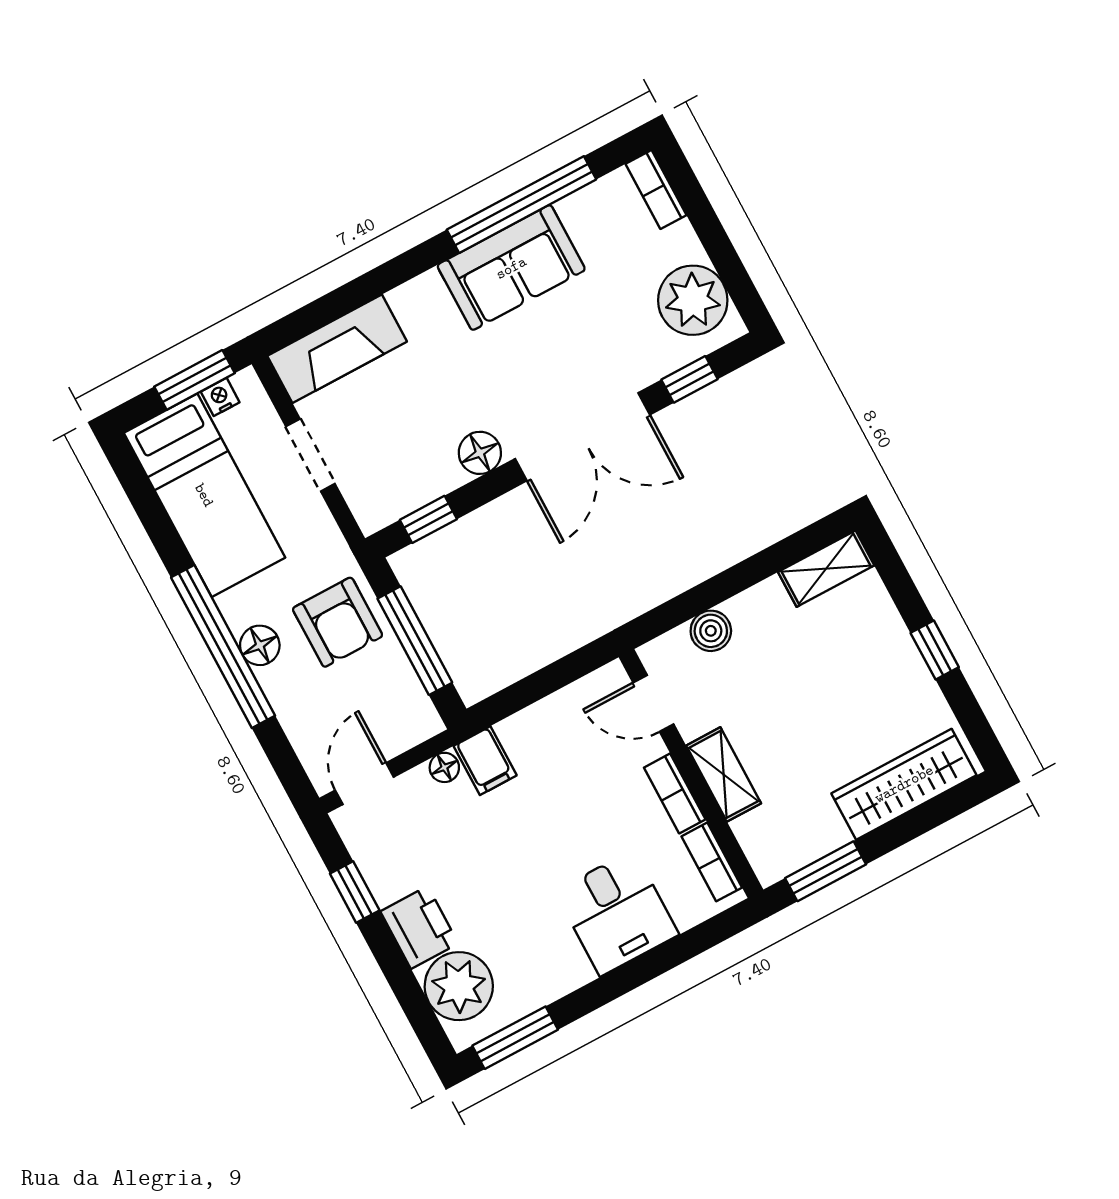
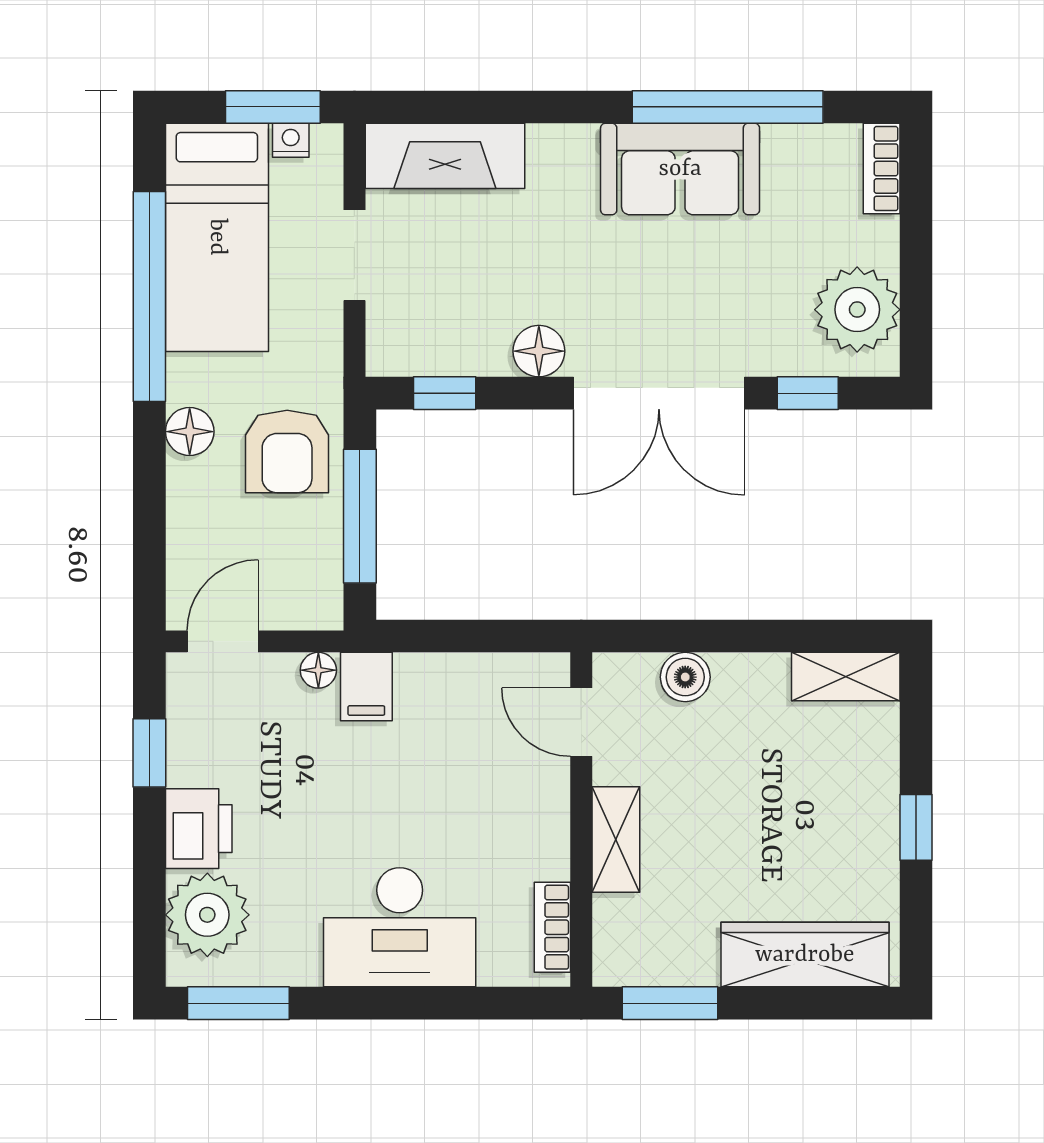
window: (223, 647) -> (149, 296), moved
bookcase: (675, 793) -> (552, 832), removed
desk: (617, 913) -> (400, 927), width x1.37

